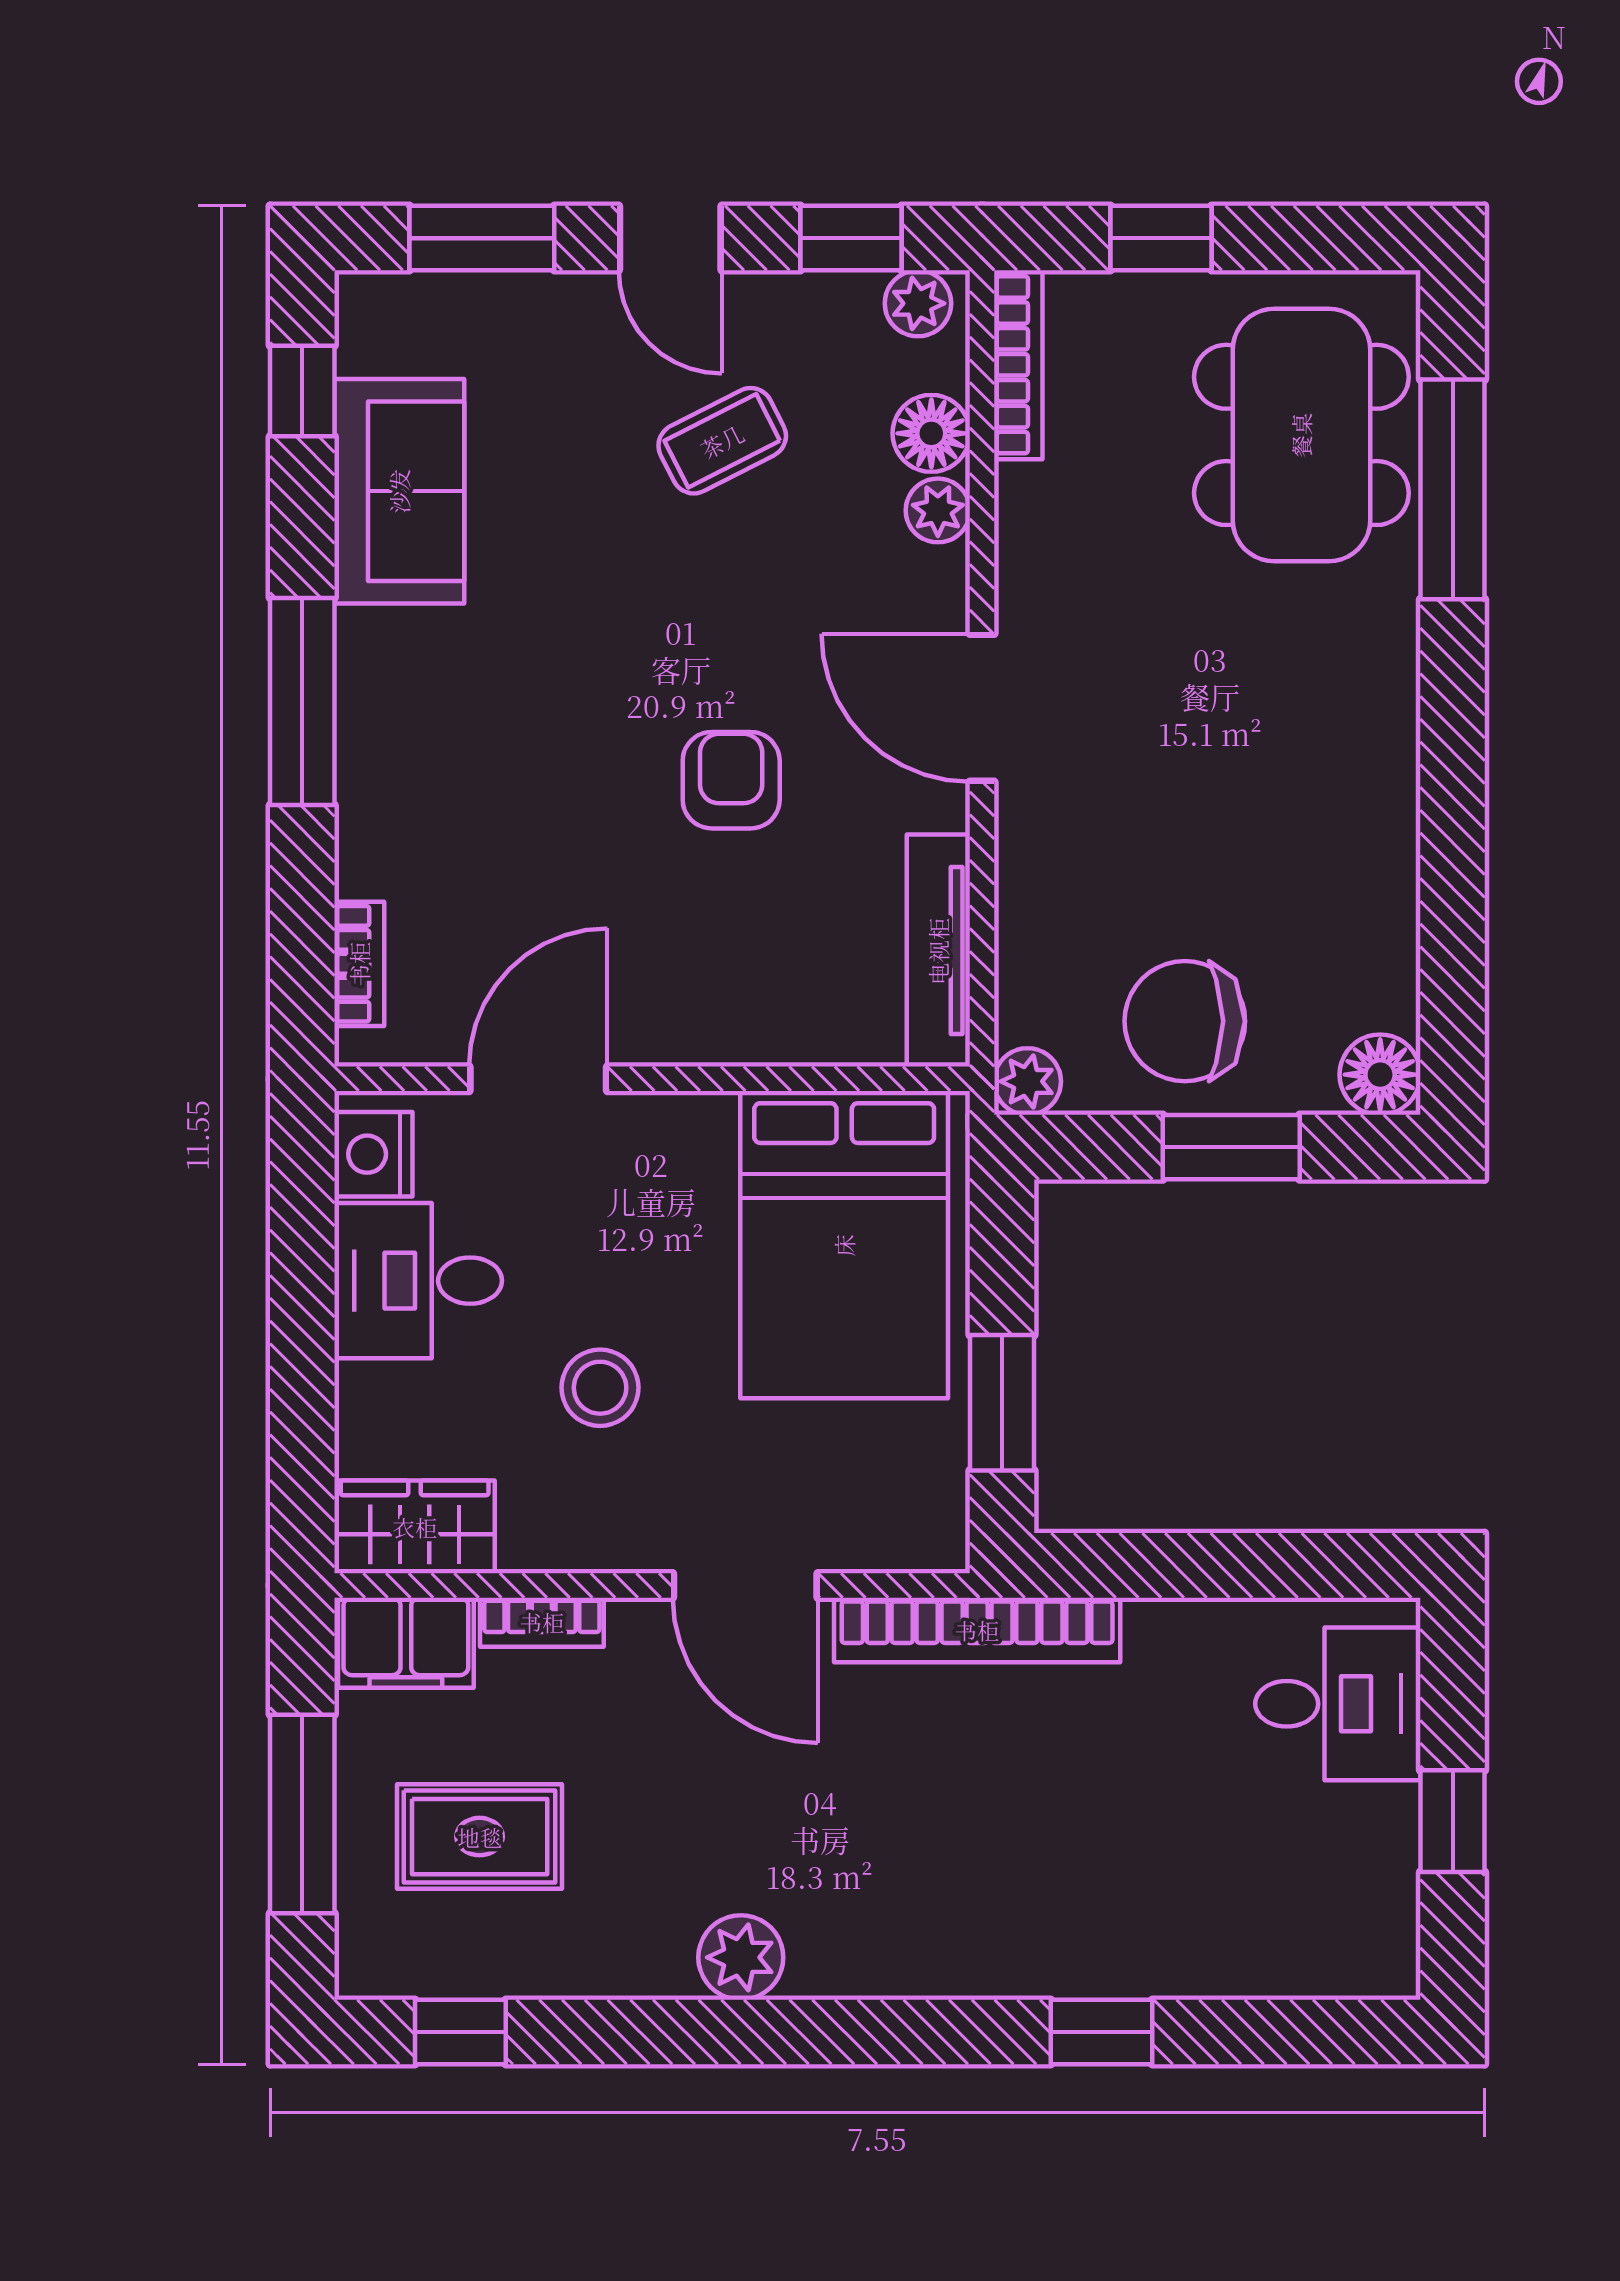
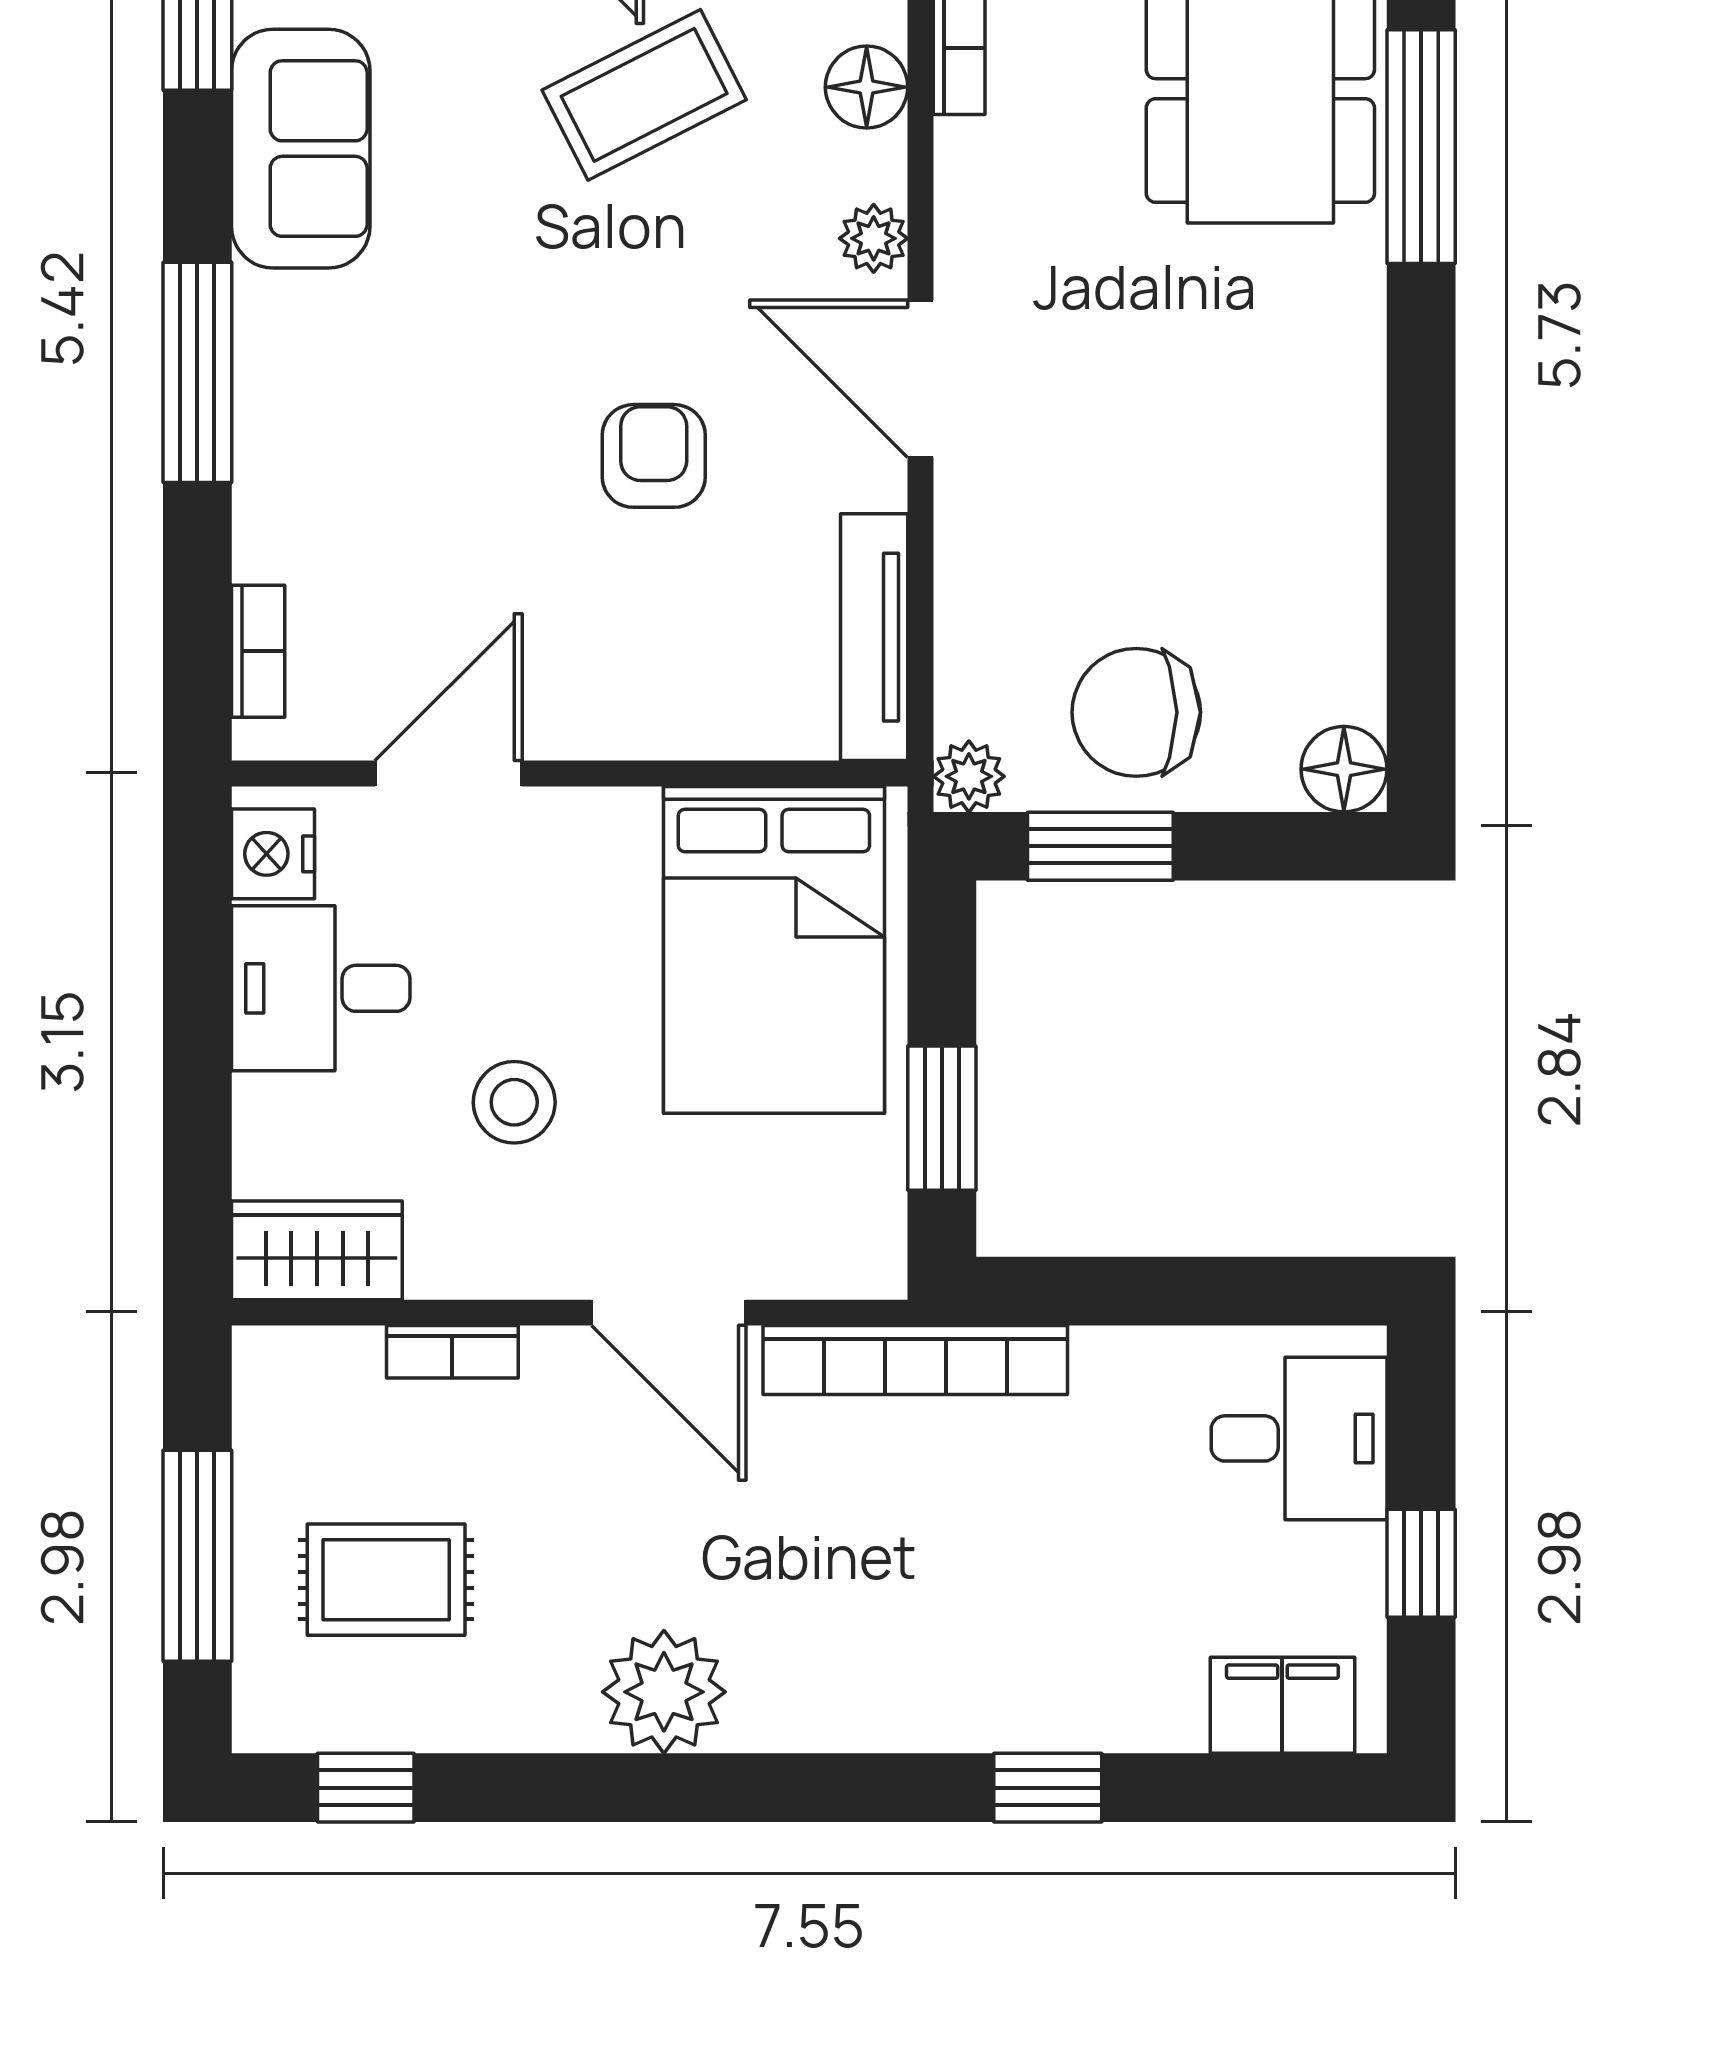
coffee table: (722, 441) -> (644, 95), width x1.36, depth x1.30
plant: (938, 510) -> (874, 238), moved
window: (1231, 1147) -> (1100, 846), moved
filing cabinet: (406, 1643) -> (1282, 1705), moved, turned 180
plant: (741, 1957) -> (664, 1692), width x1.36, depth x1.36

